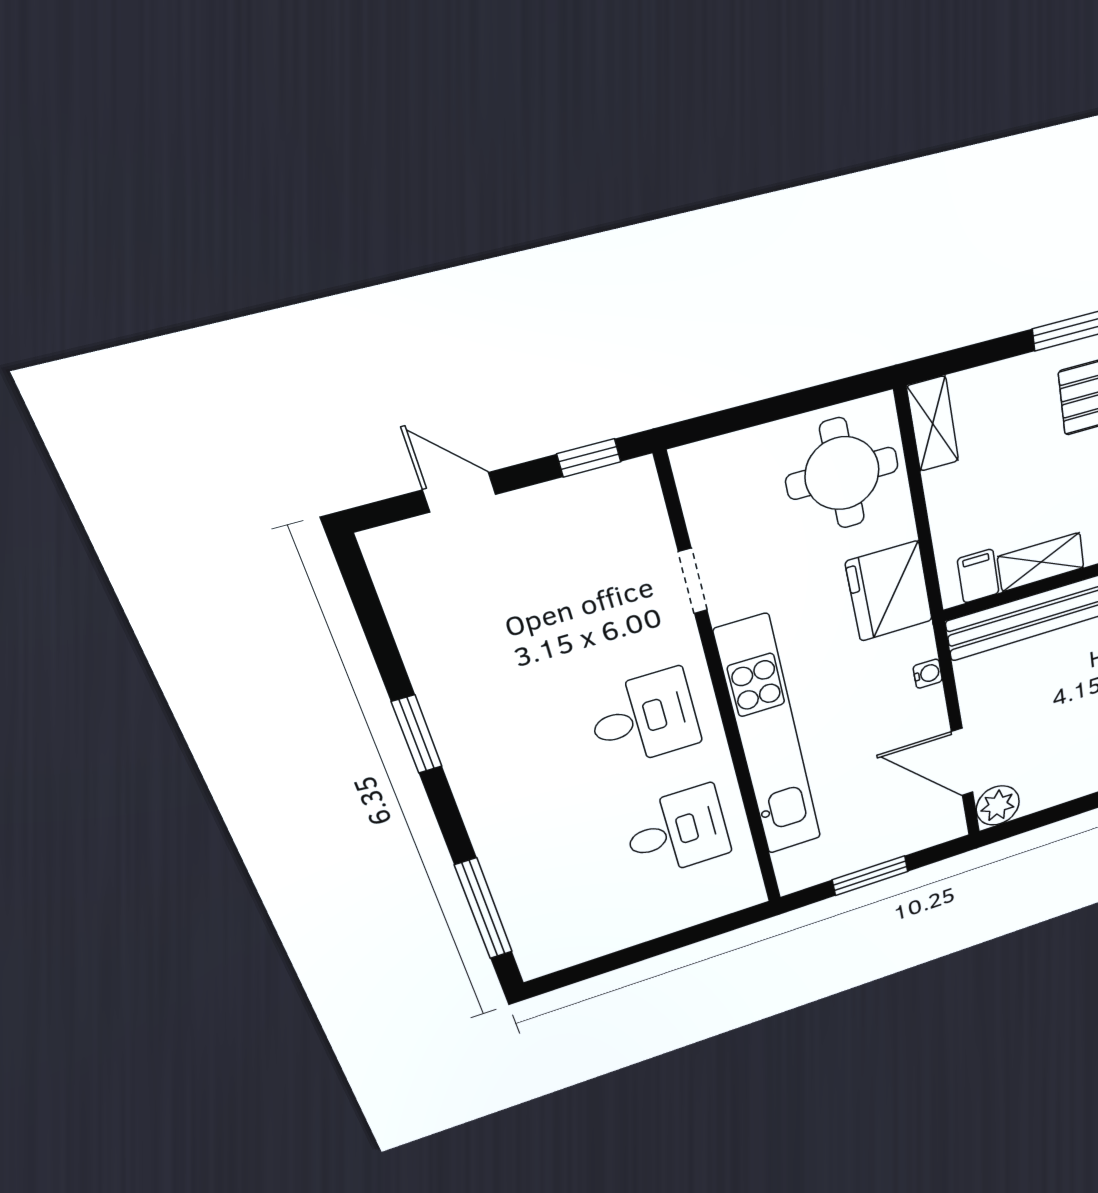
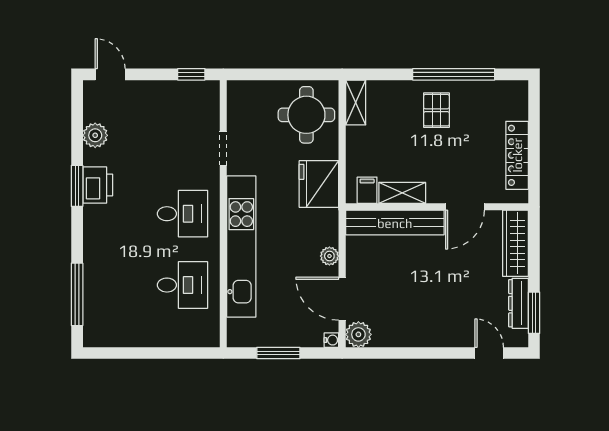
door: (459, 492) -> (110, 74), moved
plant: (421, 632) -> (95, 135), added
water cooler: (928, 674) -> (331, 340), moved
plant: (929, 704) -> (329, 256), added
printer: (459, 720) -> (98, 185), added

